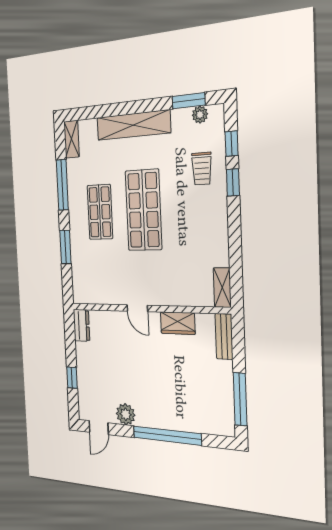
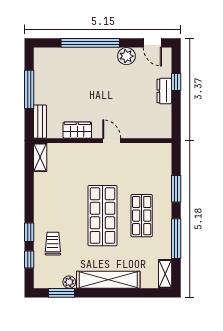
plant: (200, 115) -> (69, 282), moved
dresser: (81, 325) -> (164, 91), moved
window: (240, 399) -> (29, 89), moved
door: (99, 428) -> (152, 43), swing flipped

